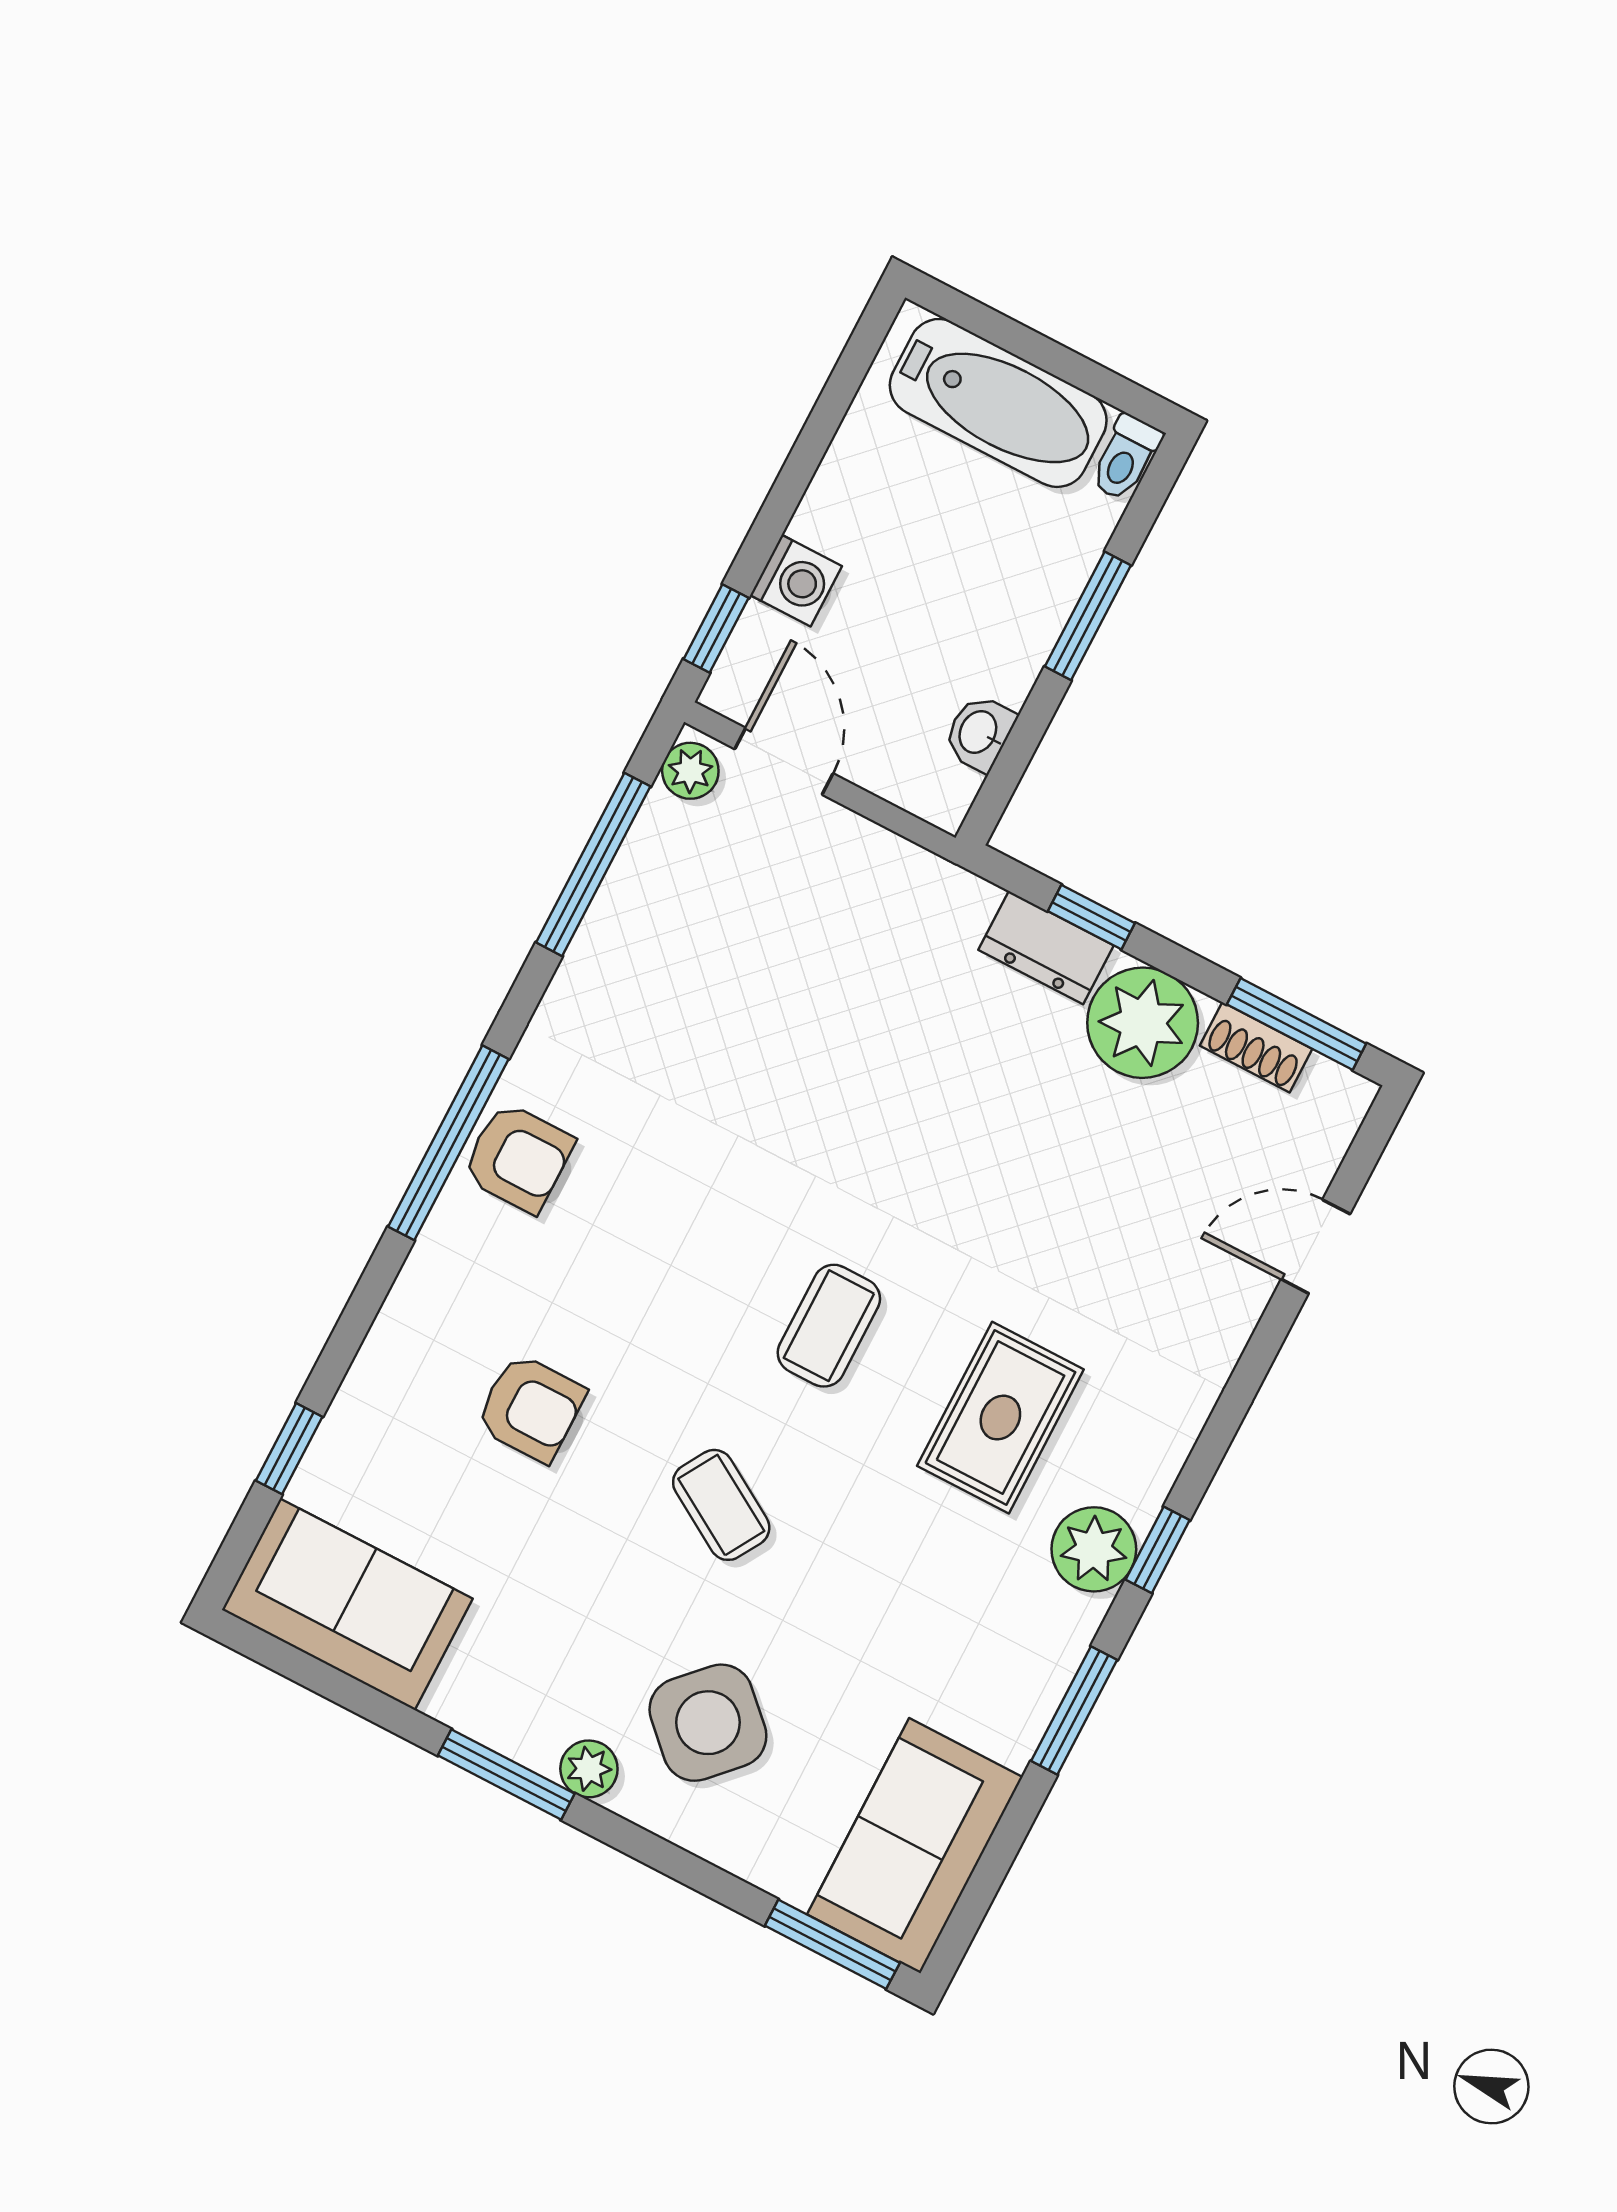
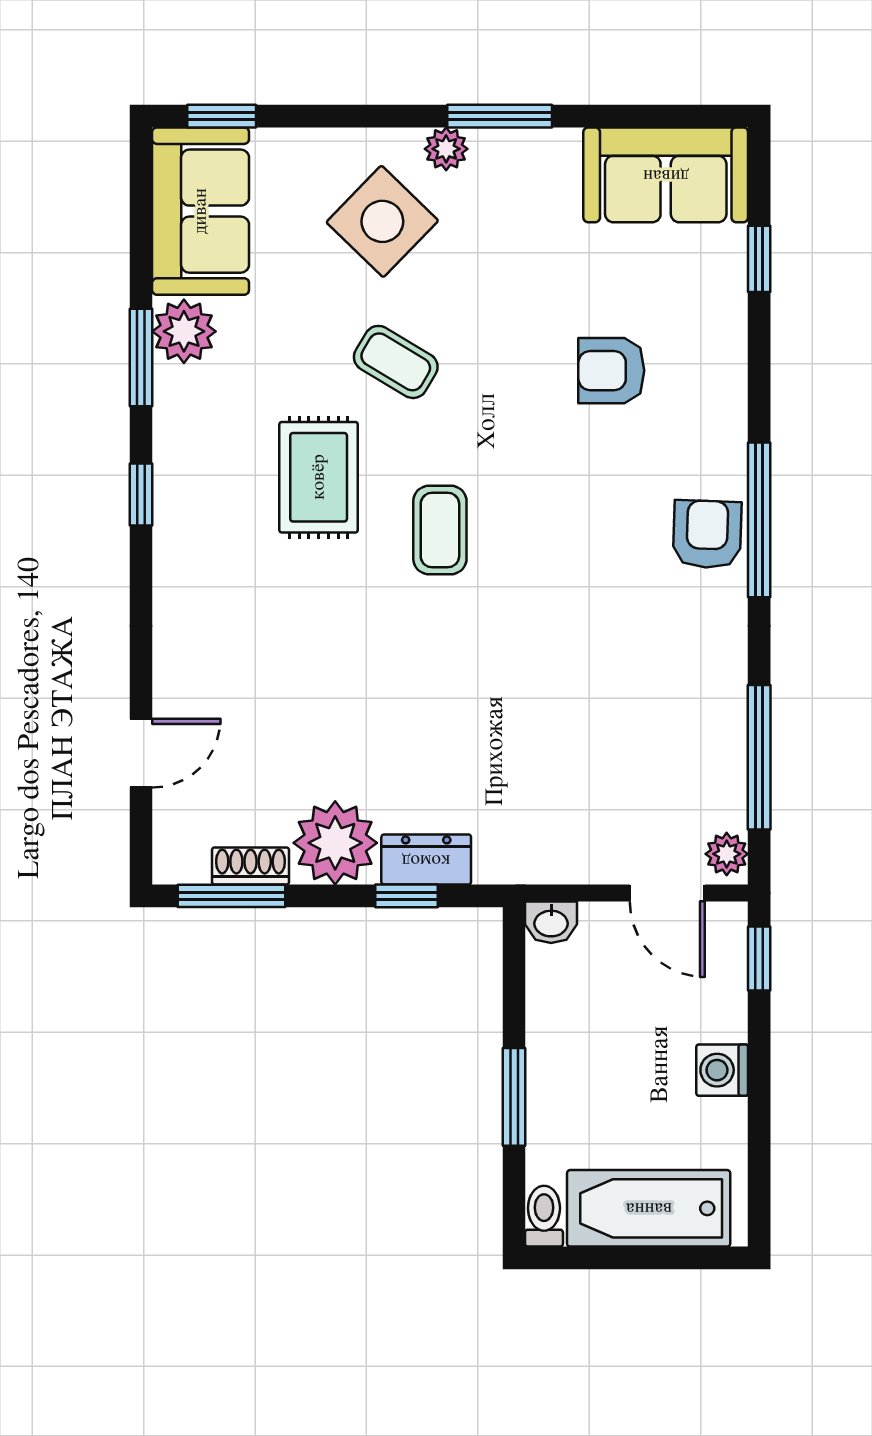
washing machine: (796, 581) -> (722, 1070), moved
washbasin: (979, 733) -> (551, 922), moved, turned 90
armchair: (518, 1158) -> (707, 534), turned 92
rug: (1000, 1418) -> (319, 477), moved
coffee table: (721, 1505) -> (396, 362), moved
plant: (1094, 1549) -> (184, 331), moved
window: (832, 1944) -> (222, 116), width x0.67

